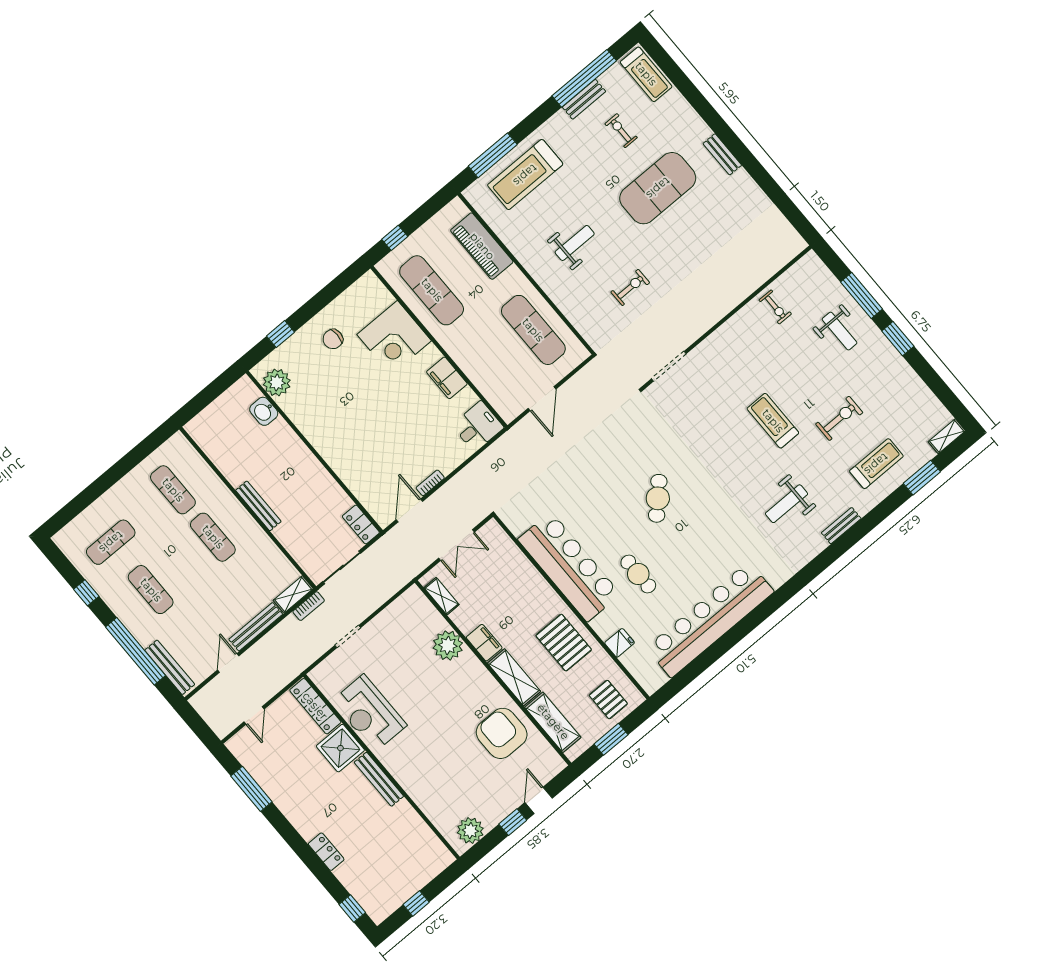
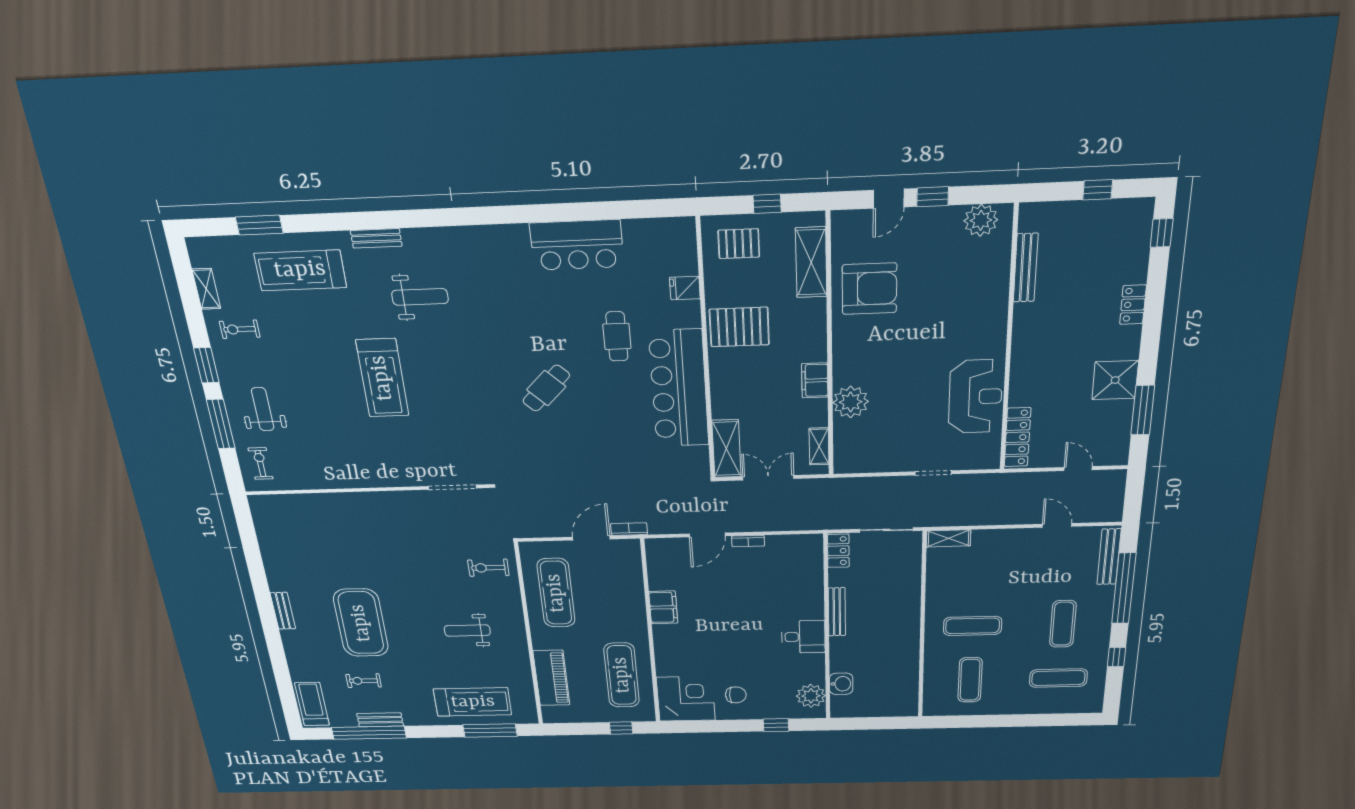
exercise bike: (621, 131) -> (364, 681), turned 90
exercise mat: (658, 188) -> (361, 623), turned 90
exercise bike: (630, 287) -> (488, 568), moved
exercise bike: (775, 307) -> (261, 464), moved
corner desk: (394, 338) -> (686, 699), moved
exercise bike: (839, 418) -> (240, 329), moved, width x0.73, depth x0.72
treadmill: (773, 421) -> (382, 378), width x1.37, depth x1.38
desk: (478, 426) -> (803, 637), moved, turned 180
shelving: (947, 436) -> (206, 289), moved, turned 90
treadmill: (876, 464) -> (300, 270), width x1.37, depth x1.38
bench: (258, 506) -> (837, 612), moved
door: (409, 510) -> (707, 535), moved
exercise mat: (213, 537) -> (973, 626), turned 90
bookcase: (309, 606) -> (629, 529), moved
bar counter: (710, 620) -> (577, 245), width x0.54
bench: (256, 627) -> (1005, 536), removed
pallet: (564, 643) -> (739, 327), turned 90
door: (228, 663) -> (1057, 525), swing flipped
shelving: (514, 677) -> (726, 449), moved
pallet: (608, 700) -> (739, 244), turned 90
door: (254, 715) -> (1078, 469), hinge flipped
armchair: (502, 733) -> (869, 289), turned -90
window: (611, 739) -> (767, 204), width x0.67
shower: (340, 748) -> (1115, 380), moved
bench: (379, 779) -> (1026, 268), moved

